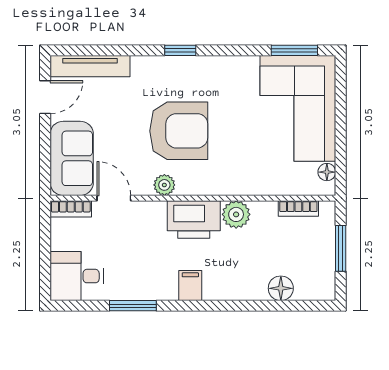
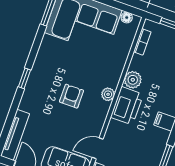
armchair: (179, 131) -> (72, 96), width x0.53, depth x0.53
plant: (164, 185) -> (108, 94), moved

